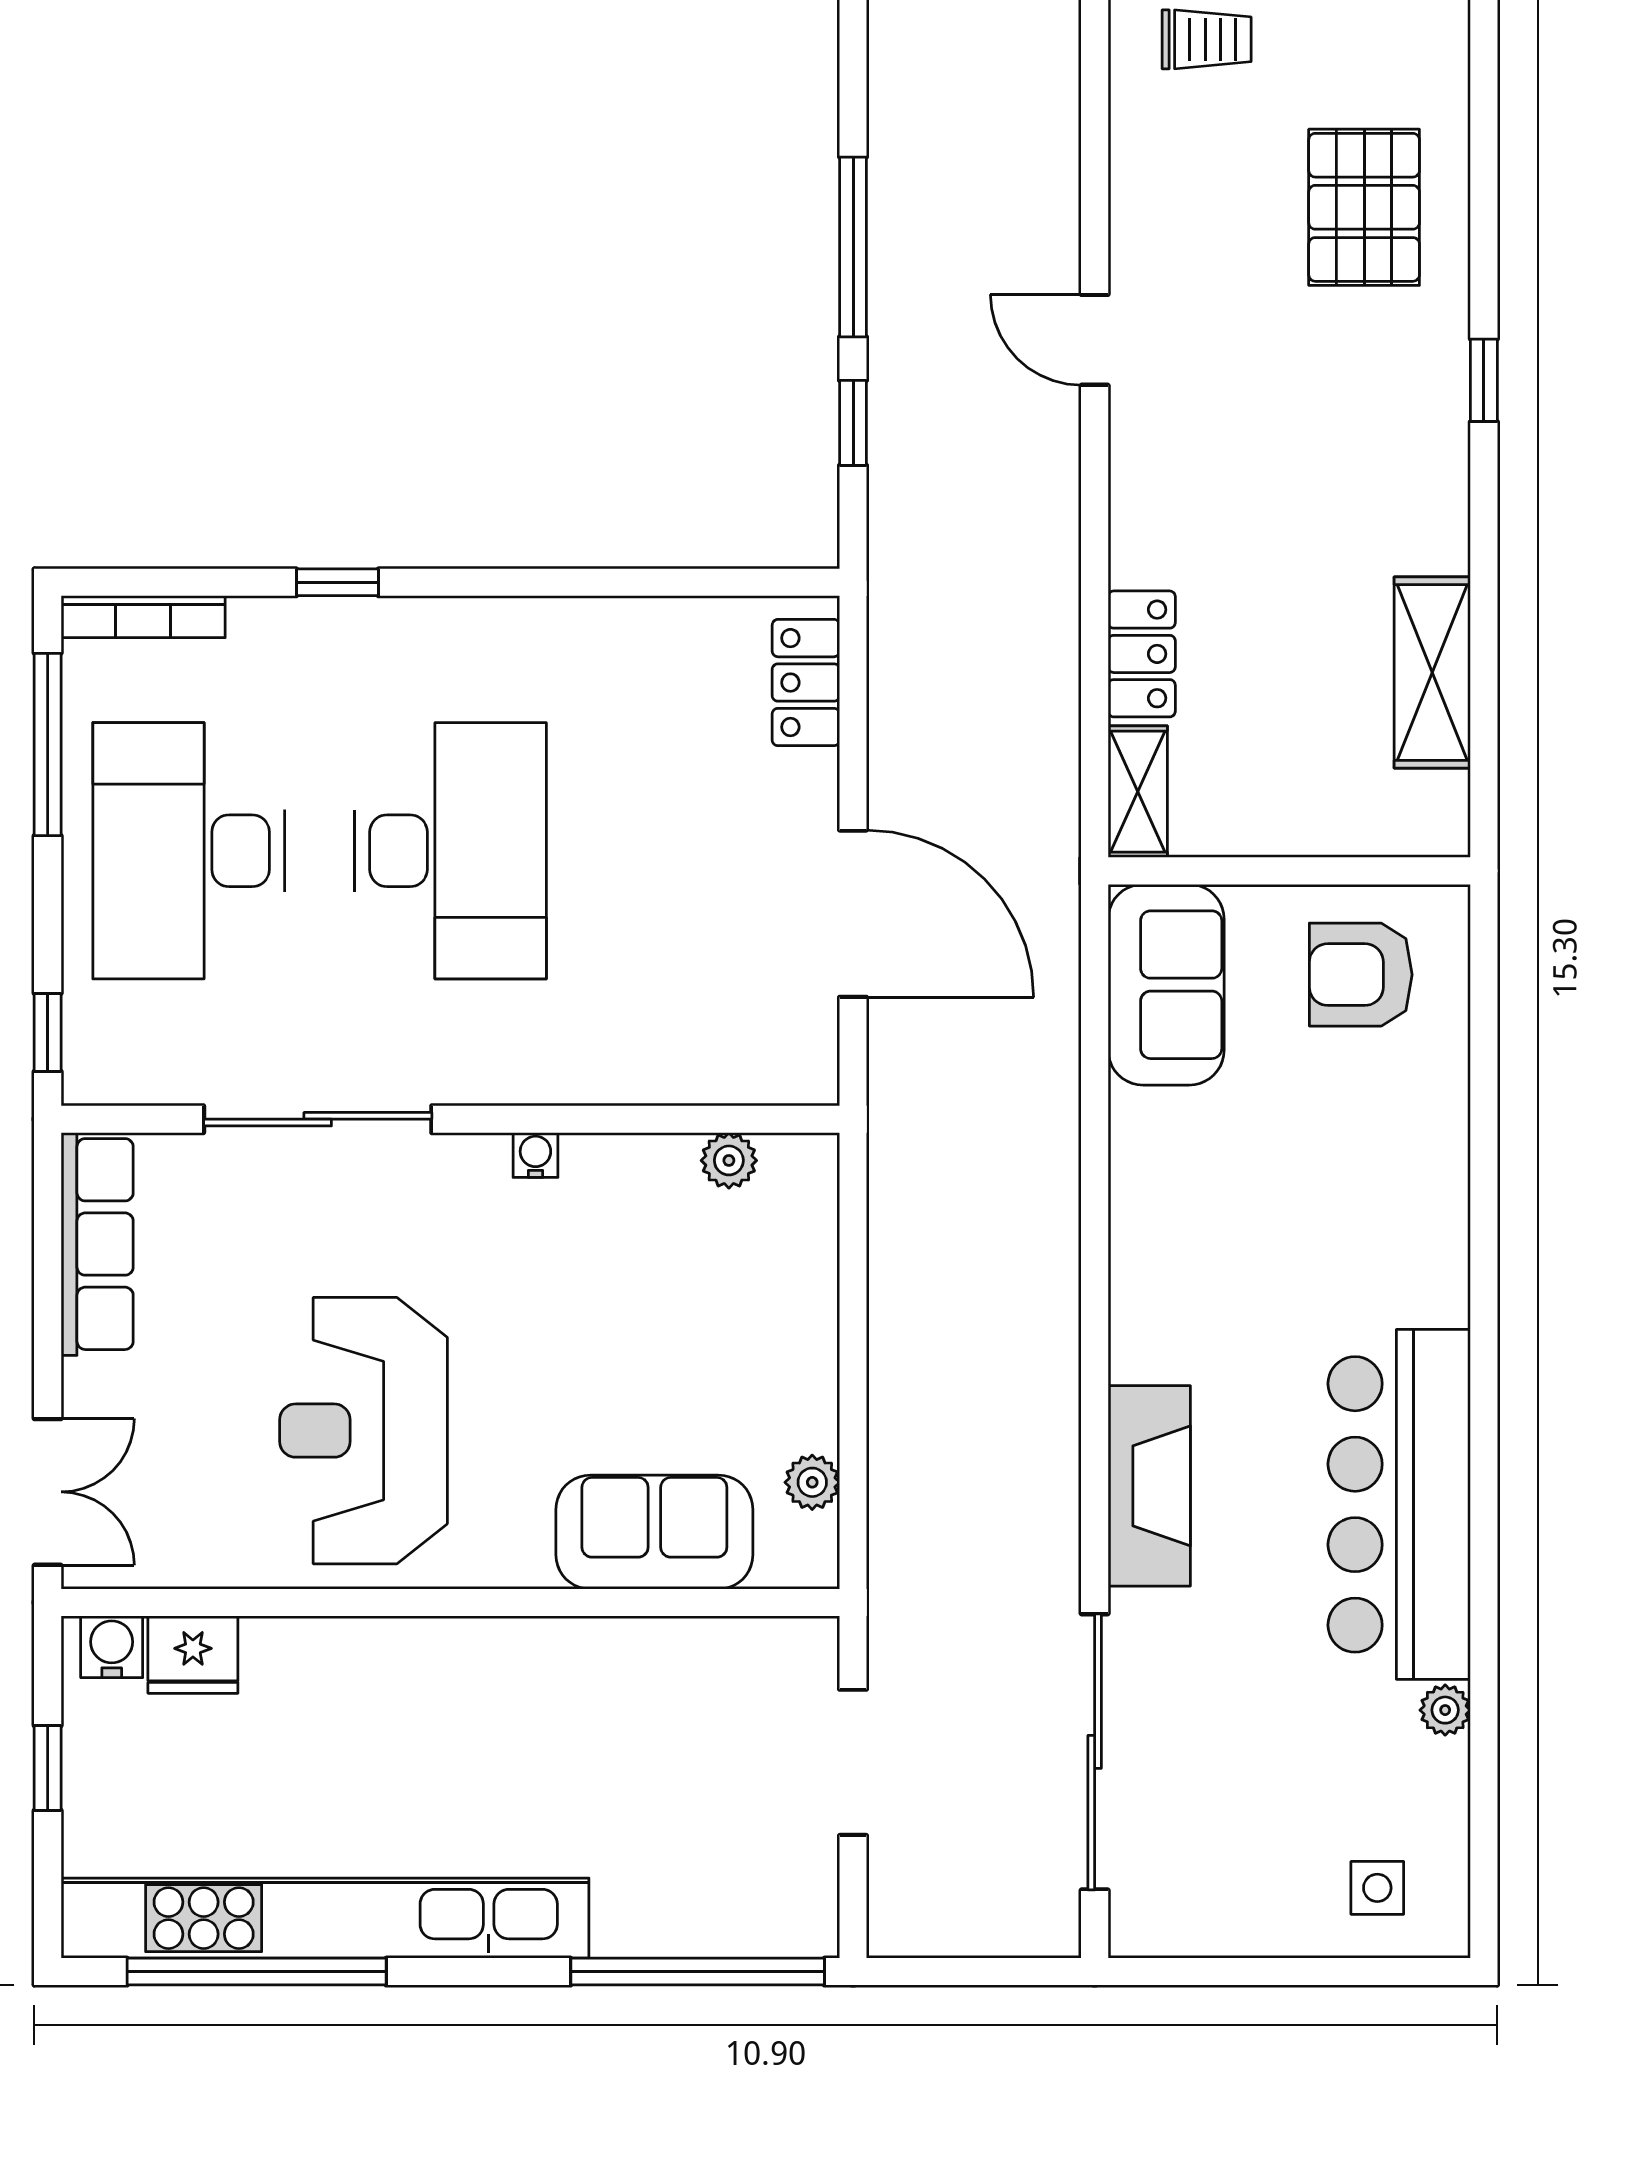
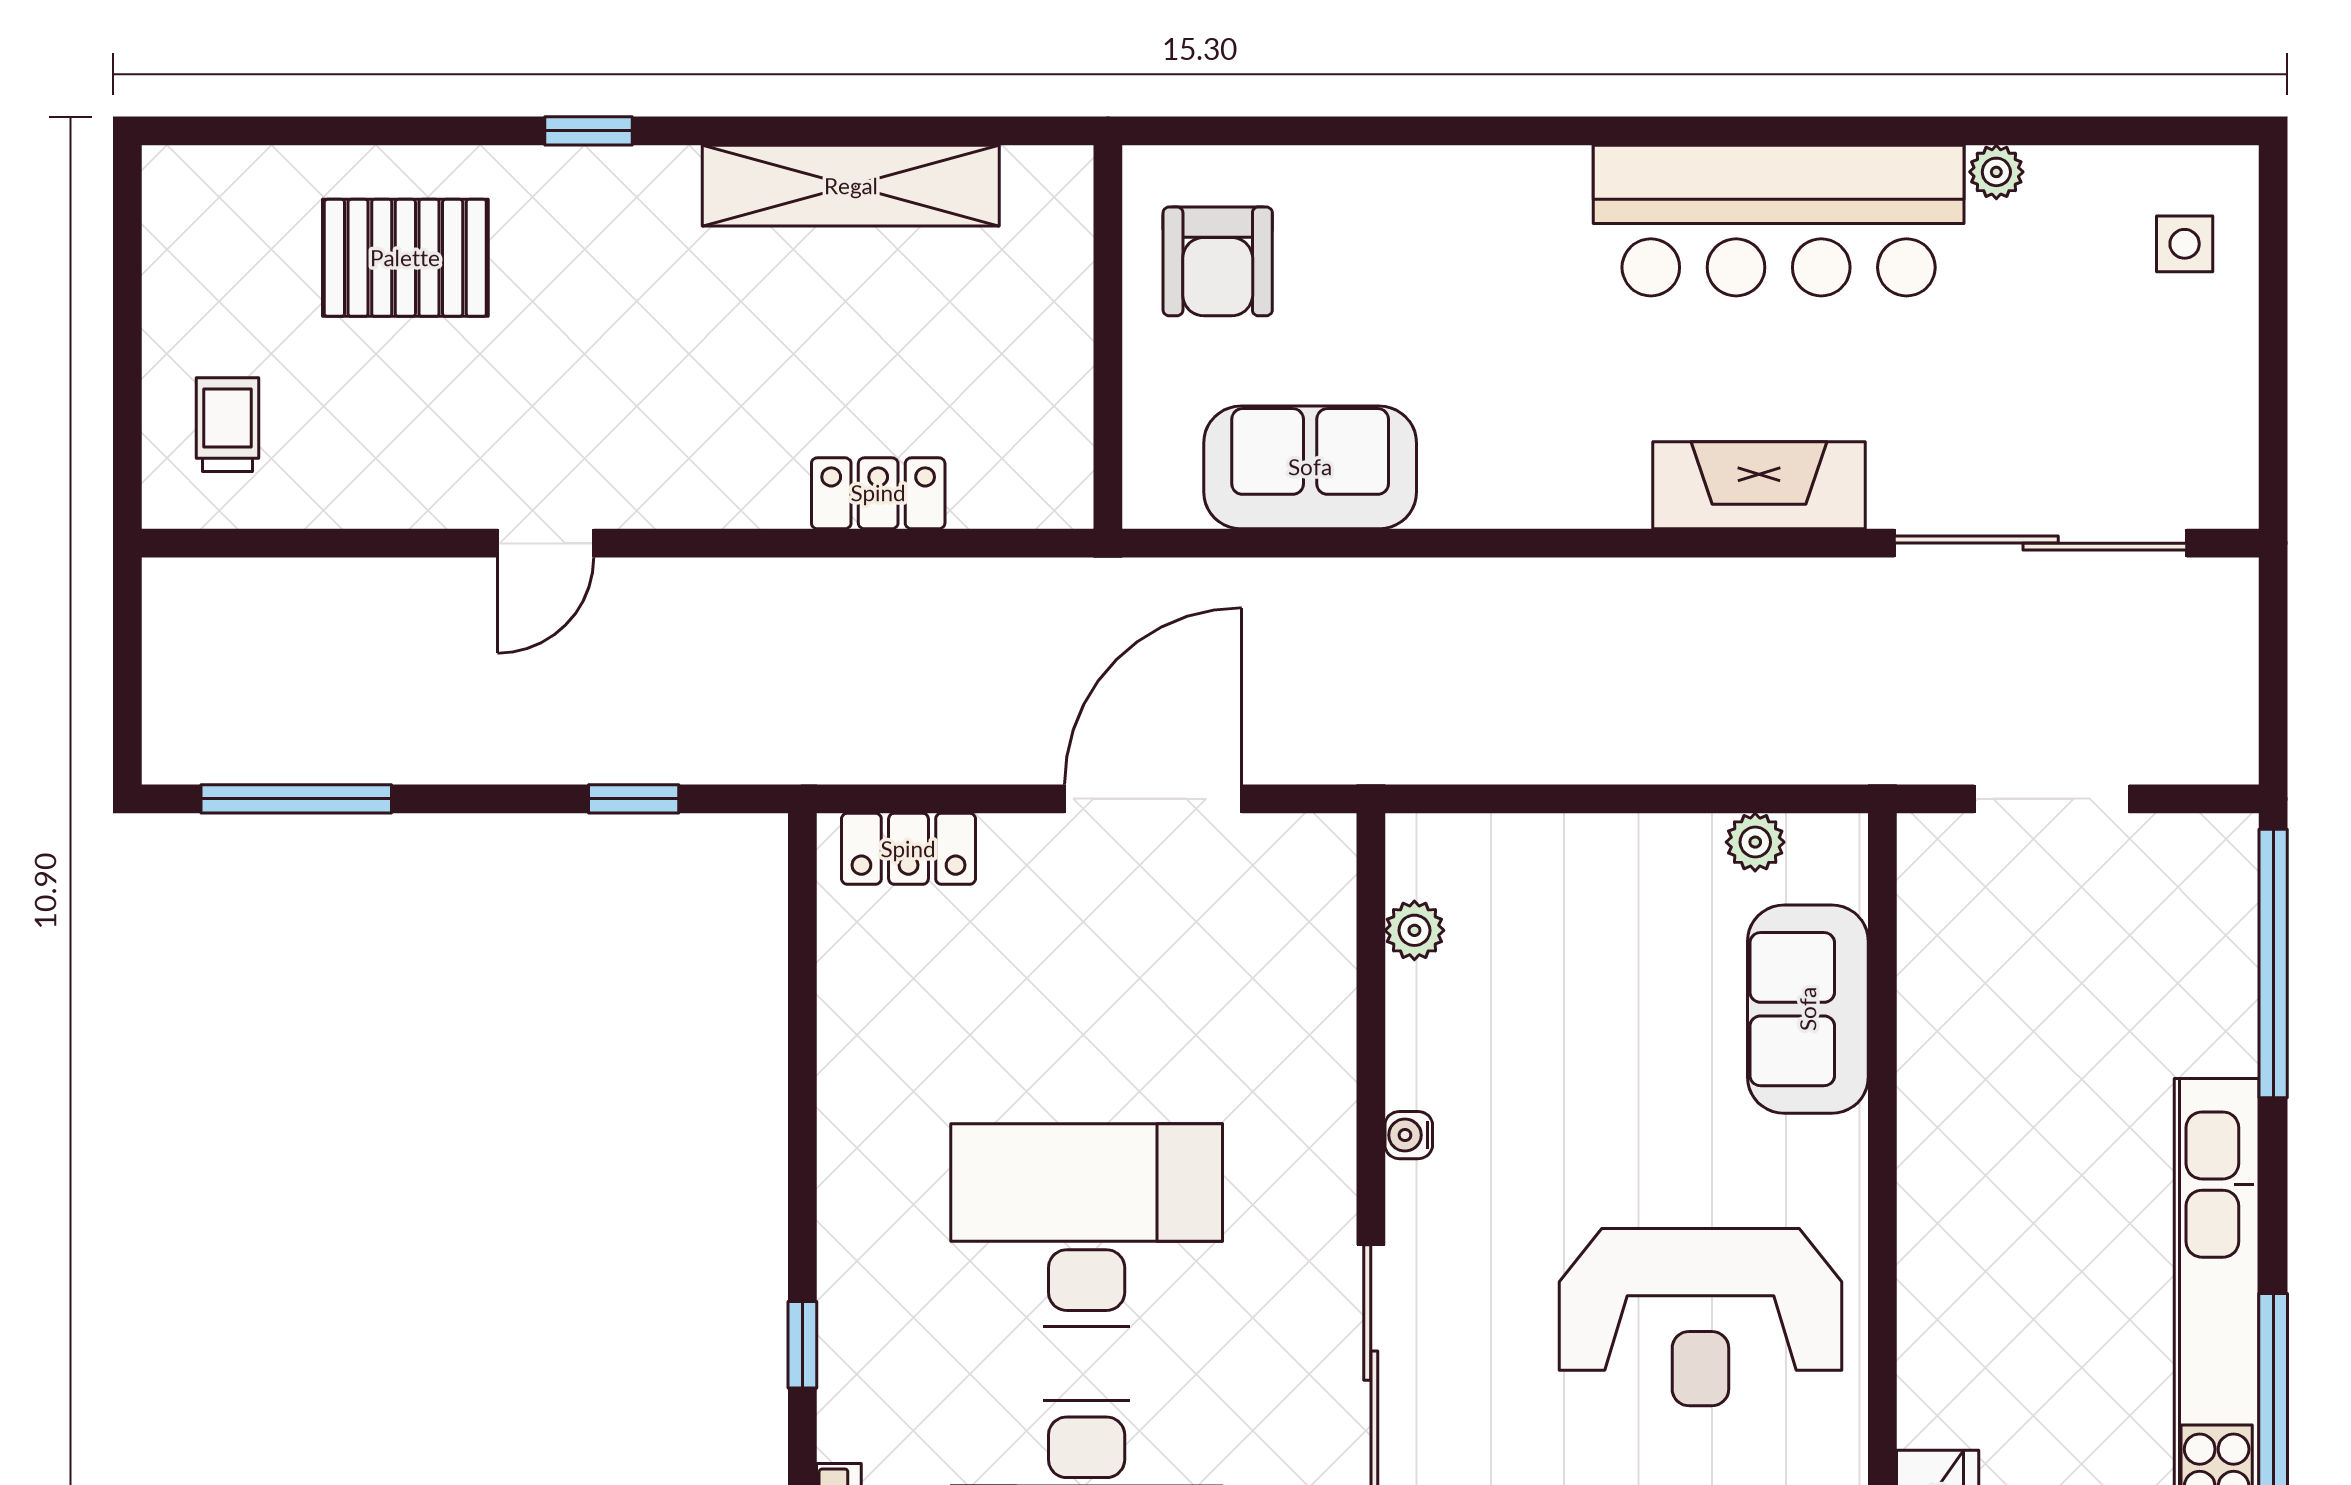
window: (853, 247) -> (296, 799), moved
shelving: (1432, 673) -> (851, 186), width x1.47
shelving: (1138, 792) -> (1024, 497), removed
sofa: (1166, 985) -> (1310, 467), moved

